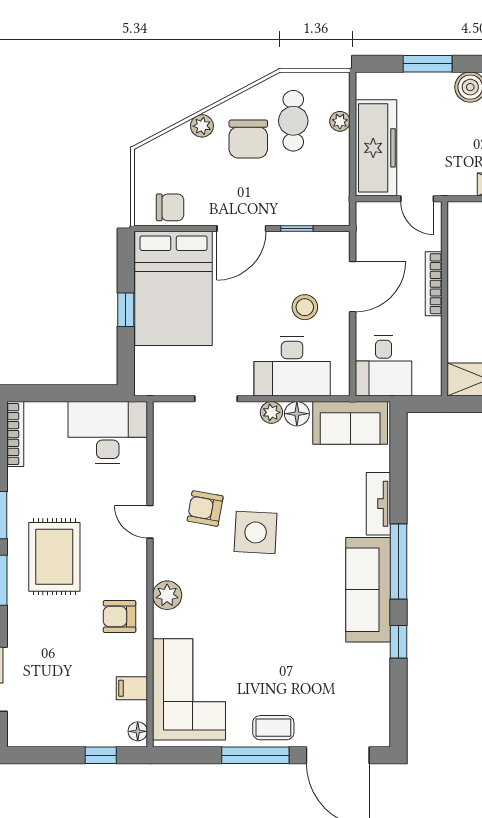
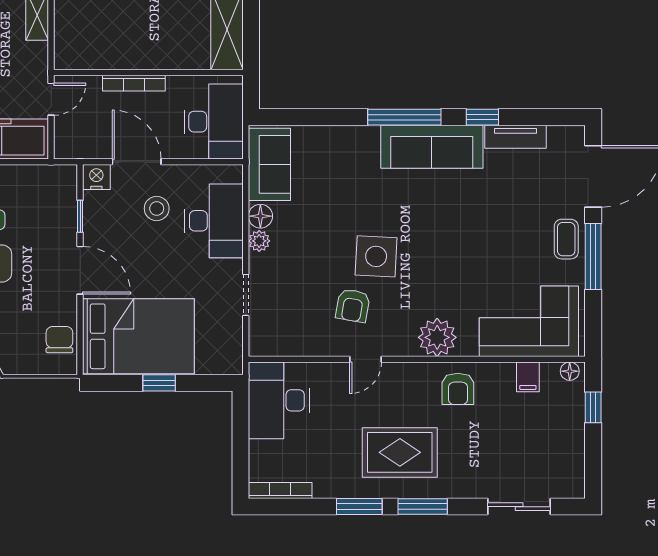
nightstand: (337, 245) -> (96, 177), added
desk: (383, 366) -> (214, 122), width x1.37
tv unit: (378, 504) -> (516, 137), moved
plant: (167, 595) -> (437, 337), width x1.36, depth x1.36

